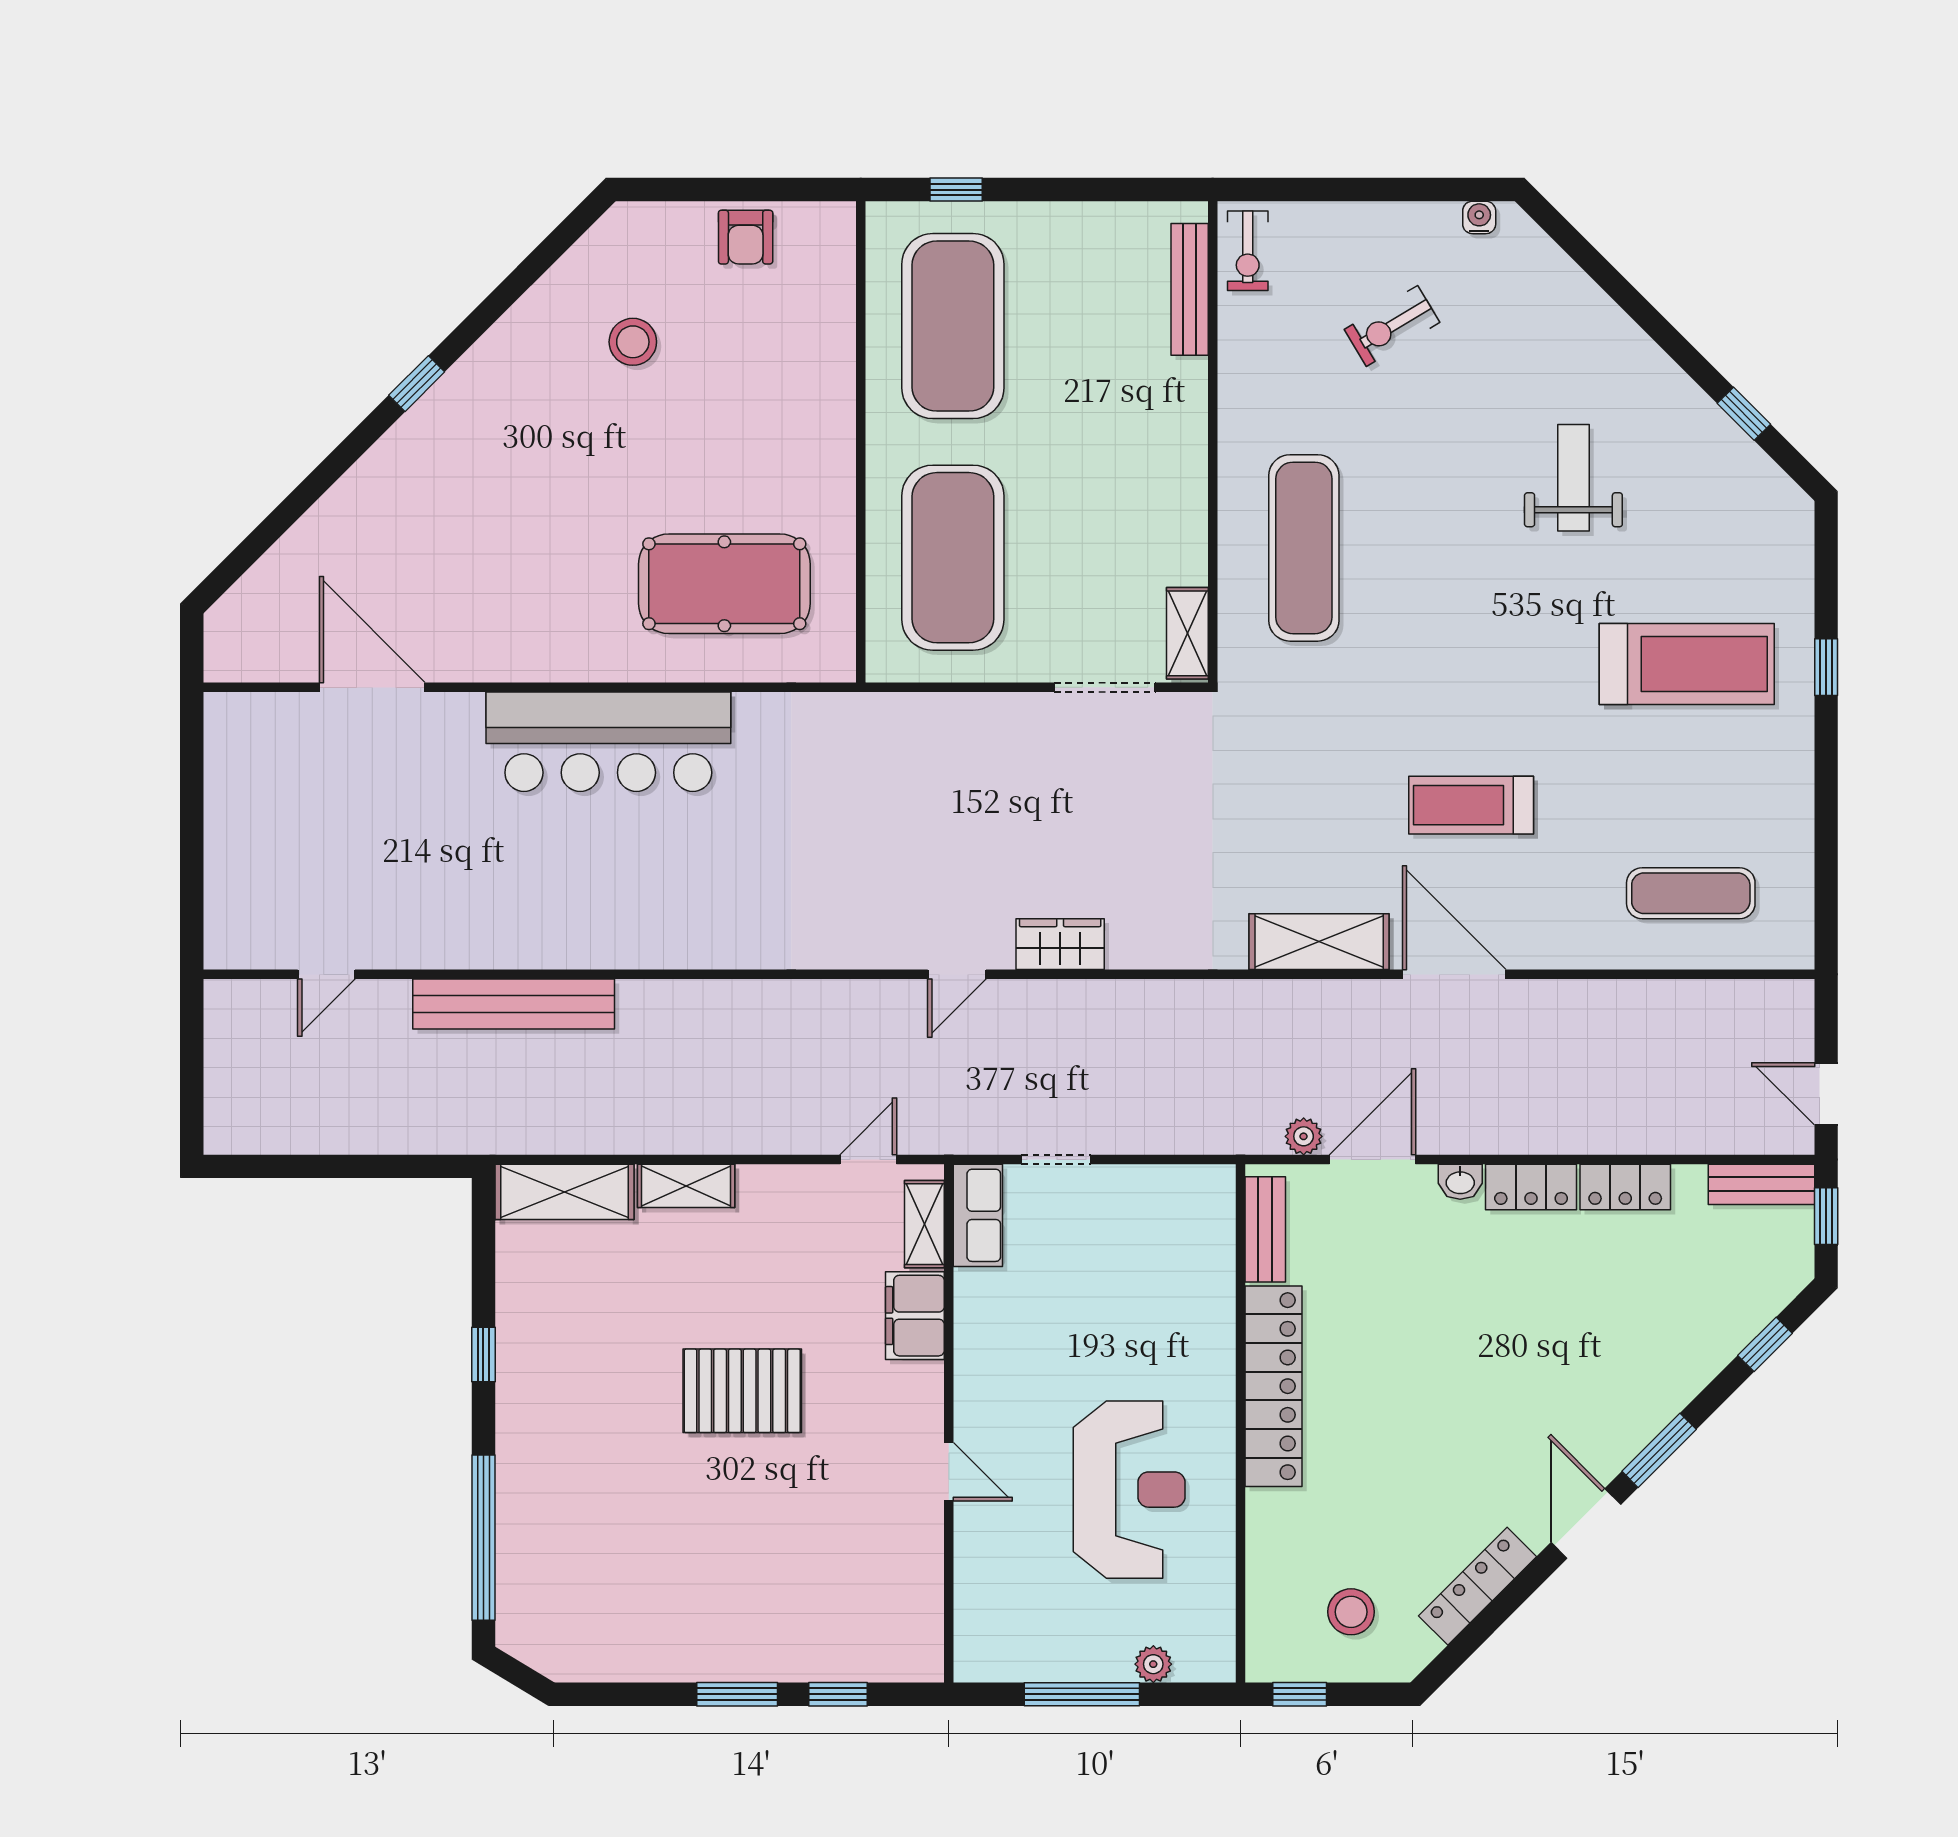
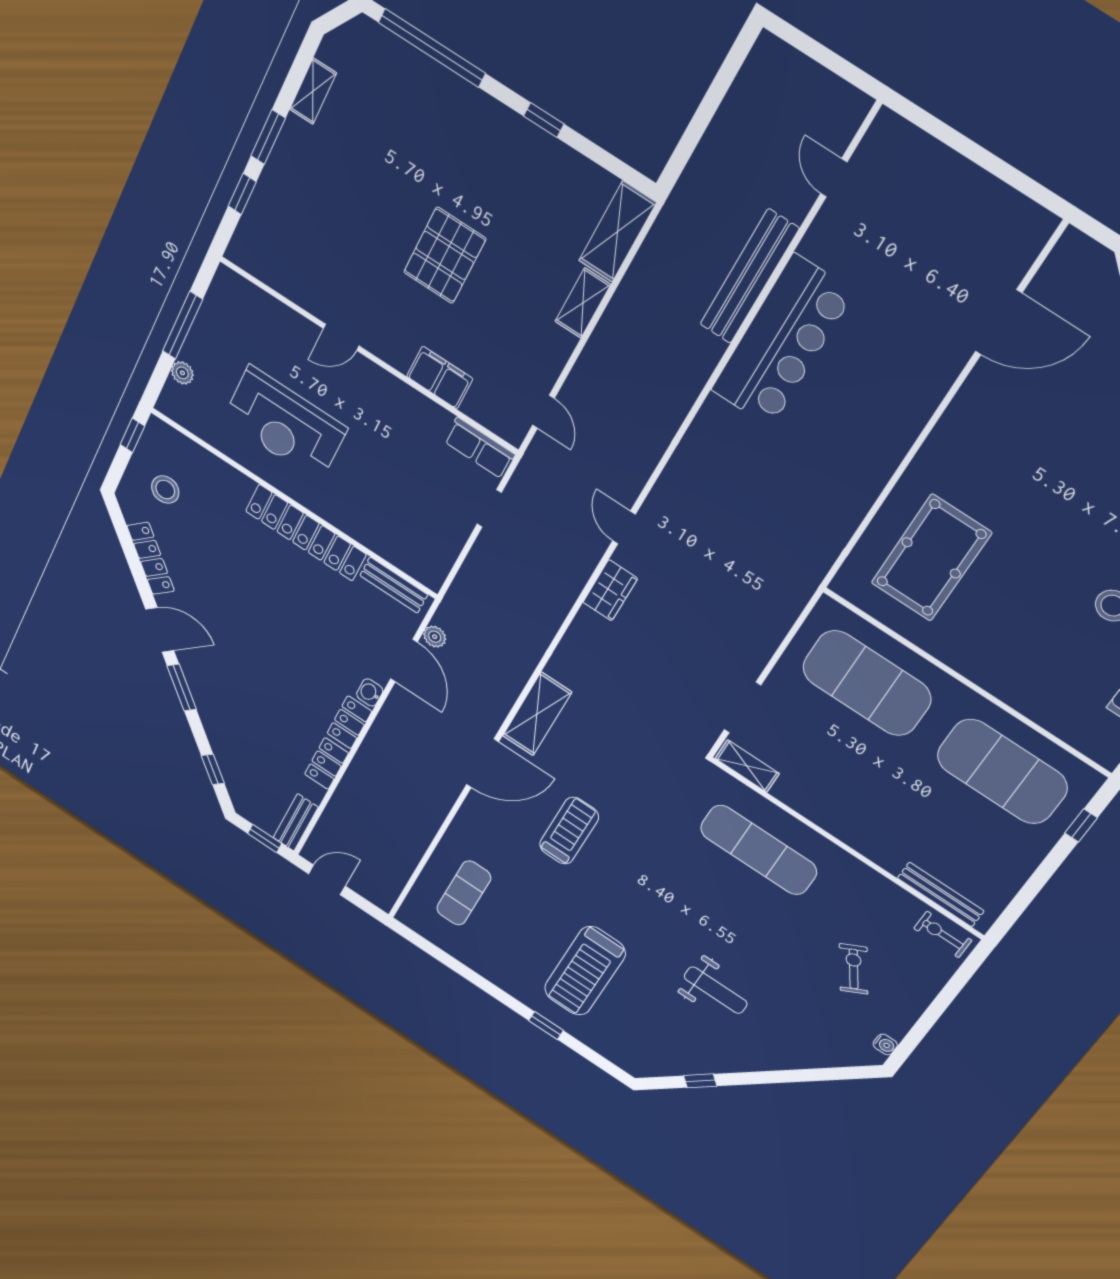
bar counter: (608, 742) -> (782, 341), moved, turned 180
shelving: (924, 1224) -> (313, 91), moved, turned 90

